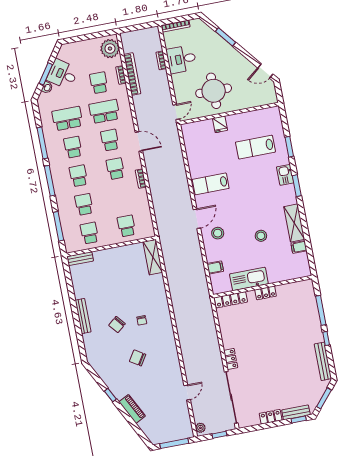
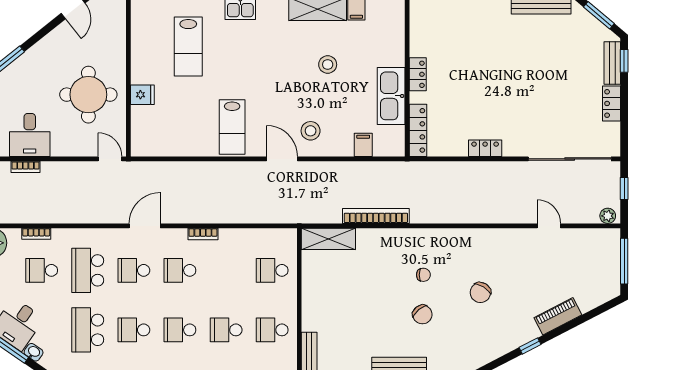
bookcase: (132, 74) -> (376, 216), moved
locker: (231, 359) -> (485, 148), moved

